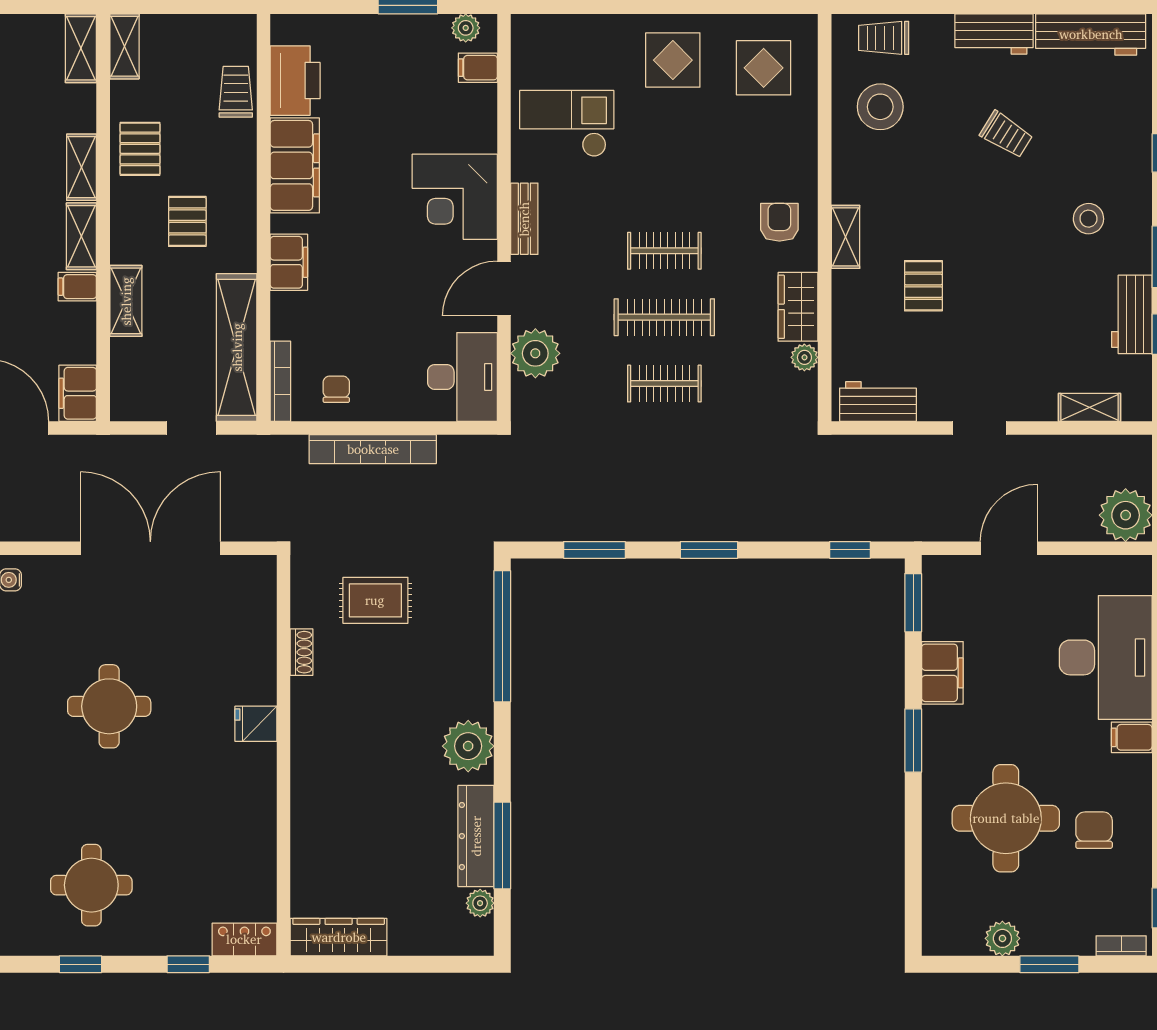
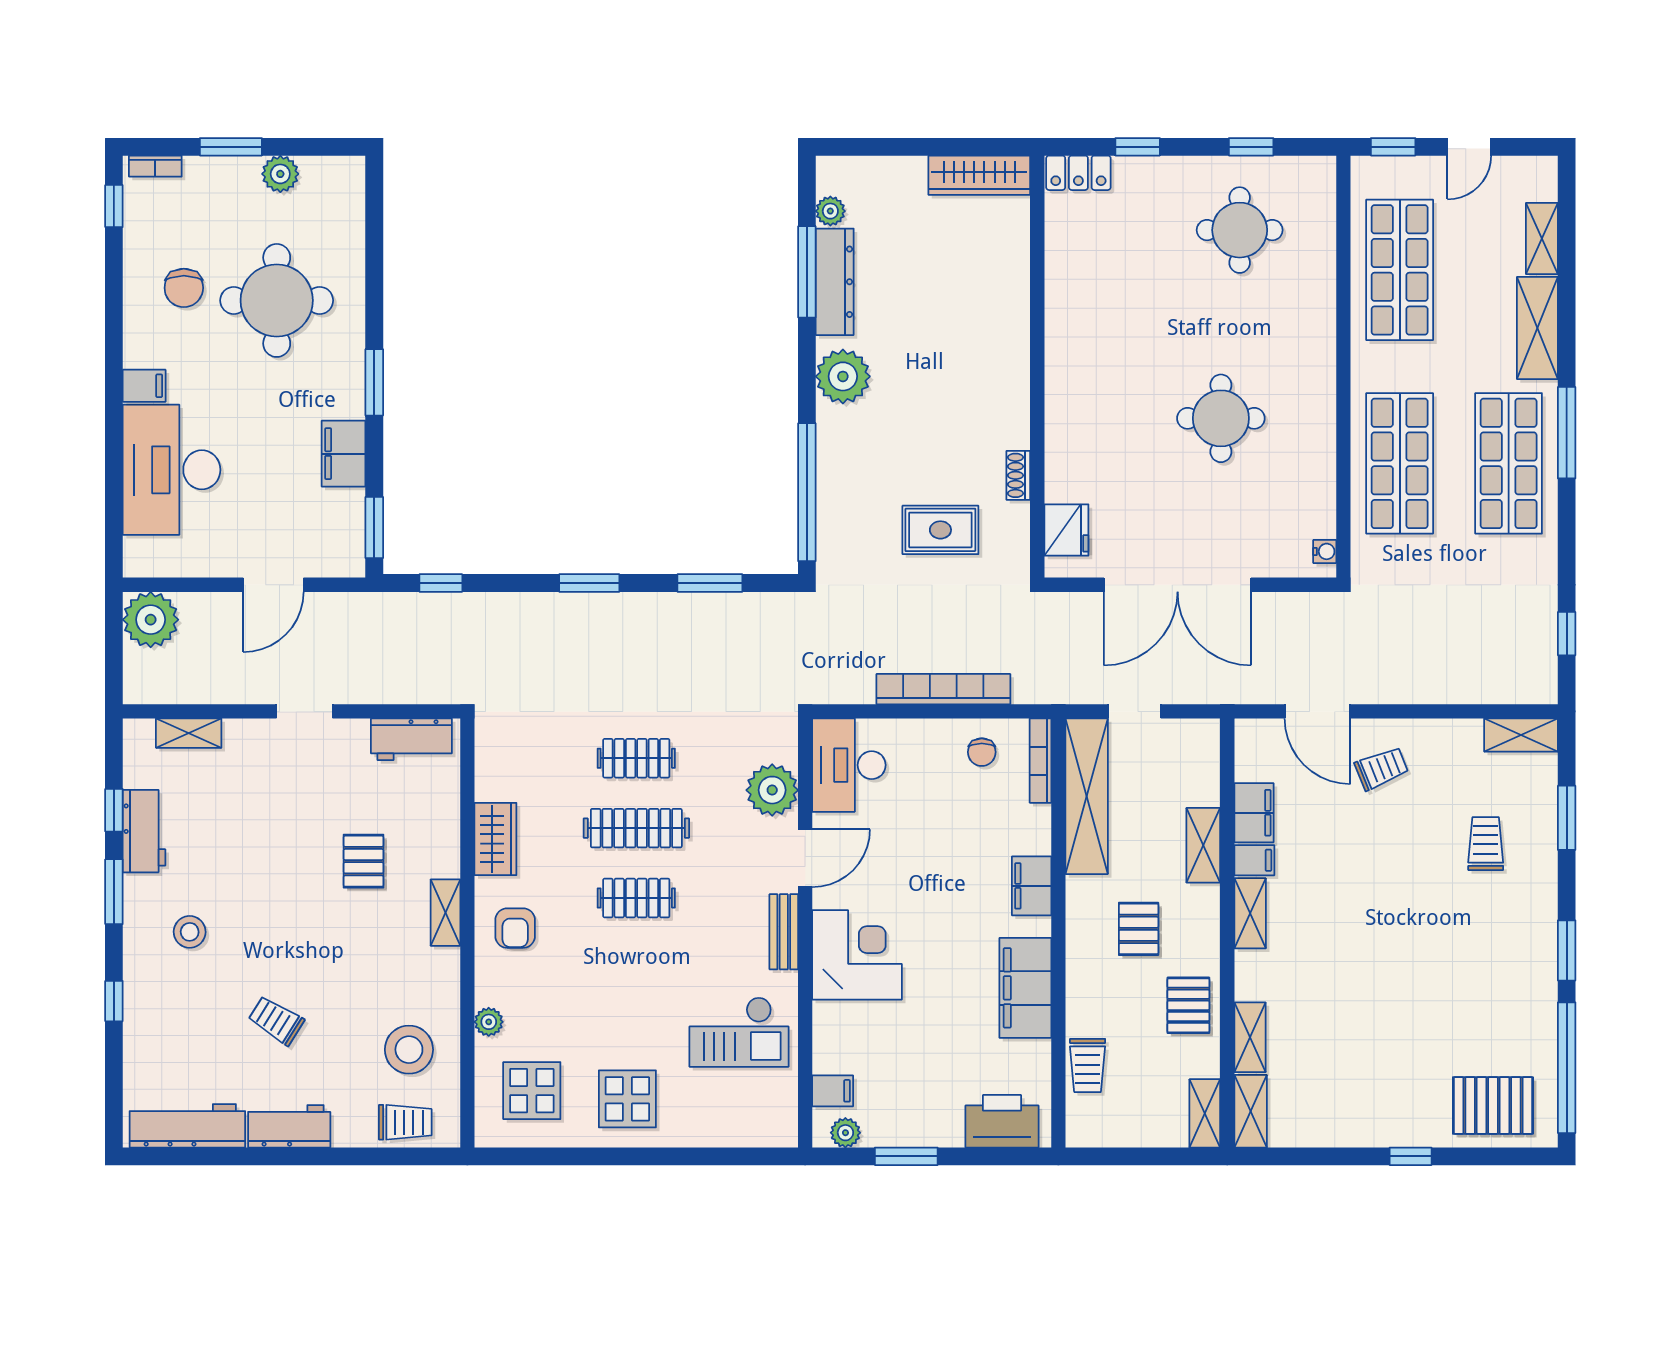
printer: (295, 81) -> (1002, 1121), moved, turned 90
shelving: (82, 167) -> (1250, 1037), moved
plant: (804, 357) -> (489, 1022), moved
filing cabinet: (78, 393) -> (1254, 813), moved
fridge: (256, 724) -> (1066, 530), moved, width x1.38

